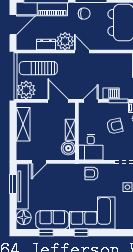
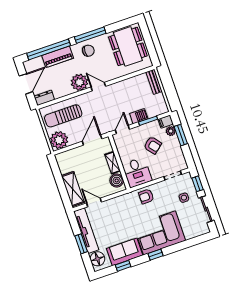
dresser: (46, 44) -> (44, 98), moved
door: (58, 101) -> (92, 140), hinge flipped
shelving: (23, 124) -> (73, 189), moved
armchair: (115, 126) -> (153, 145), turned 64
door: (39, 162) -> (94, 203), swing flipped
window: (13, 184) -> (81, 244), moved

